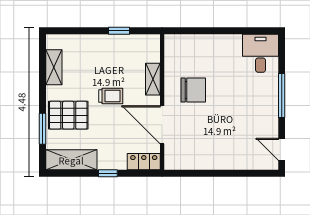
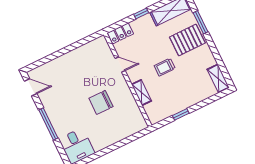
shelving: (54, 67) -> (218, 78), moved
chair: (193, 90) -> (101, 102), moved
door: (162, 125) -> (120, 64), width x0.53

